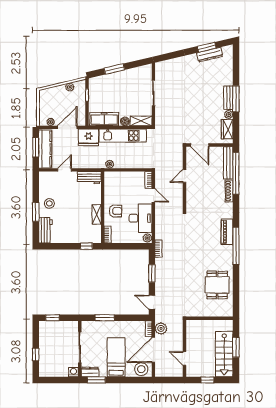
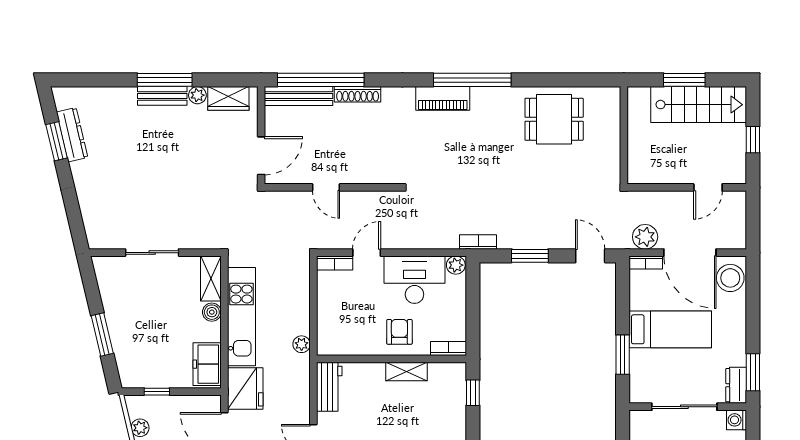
freezer: (104, 119) -> (207, 364), width x0.71
door: (152, 302) -> (590, 256), swing flipped
bed: (116, 357) -> (670, 329), moved, turned 180

